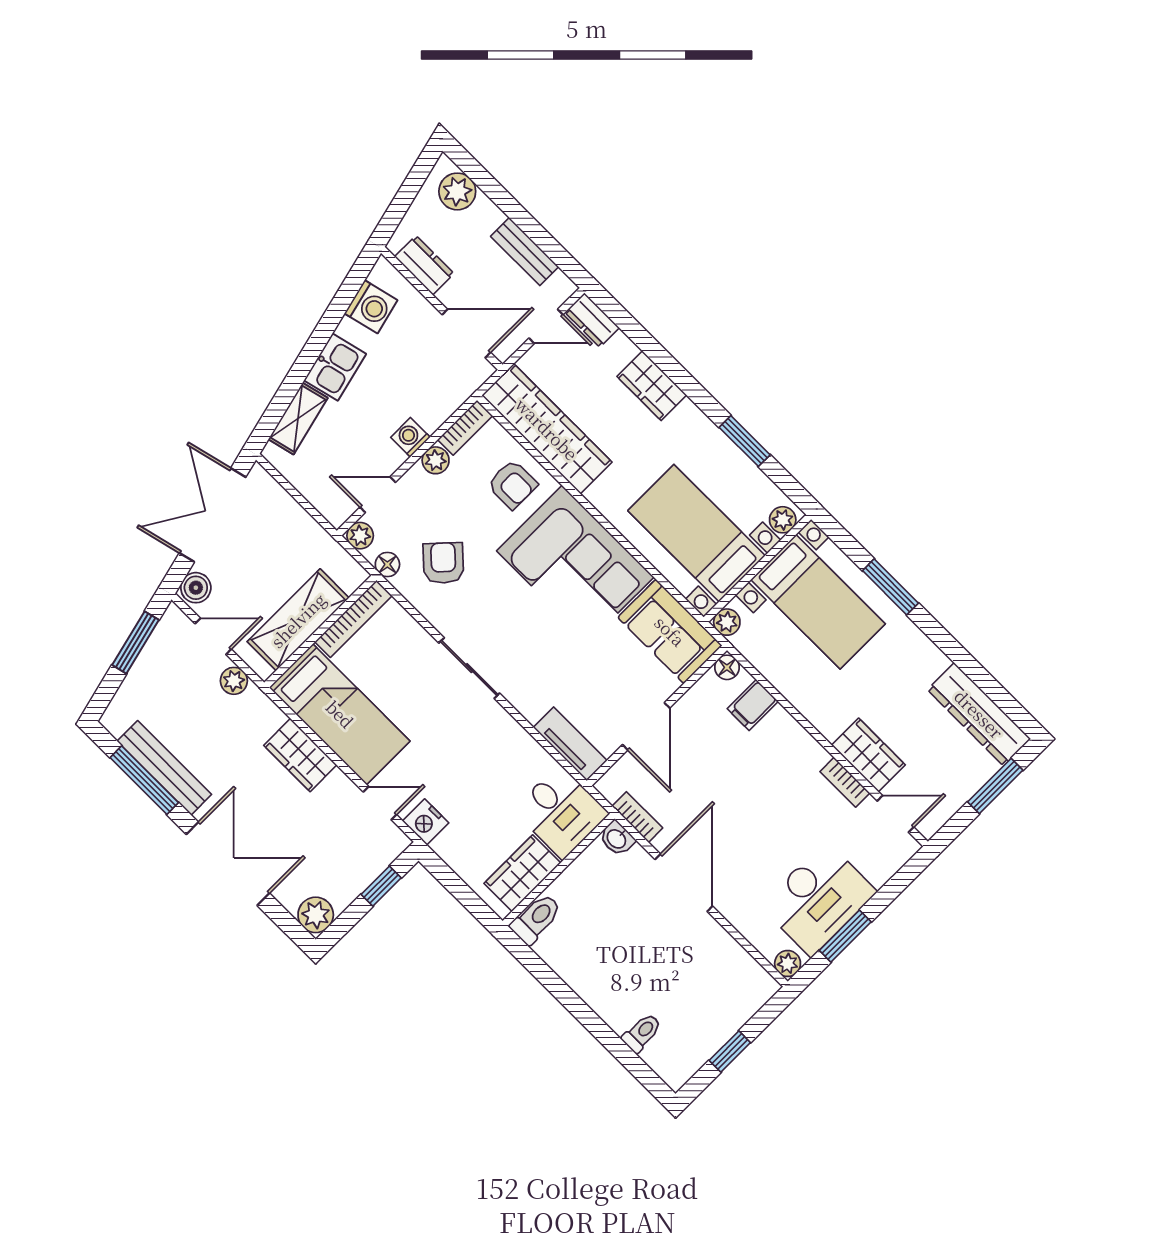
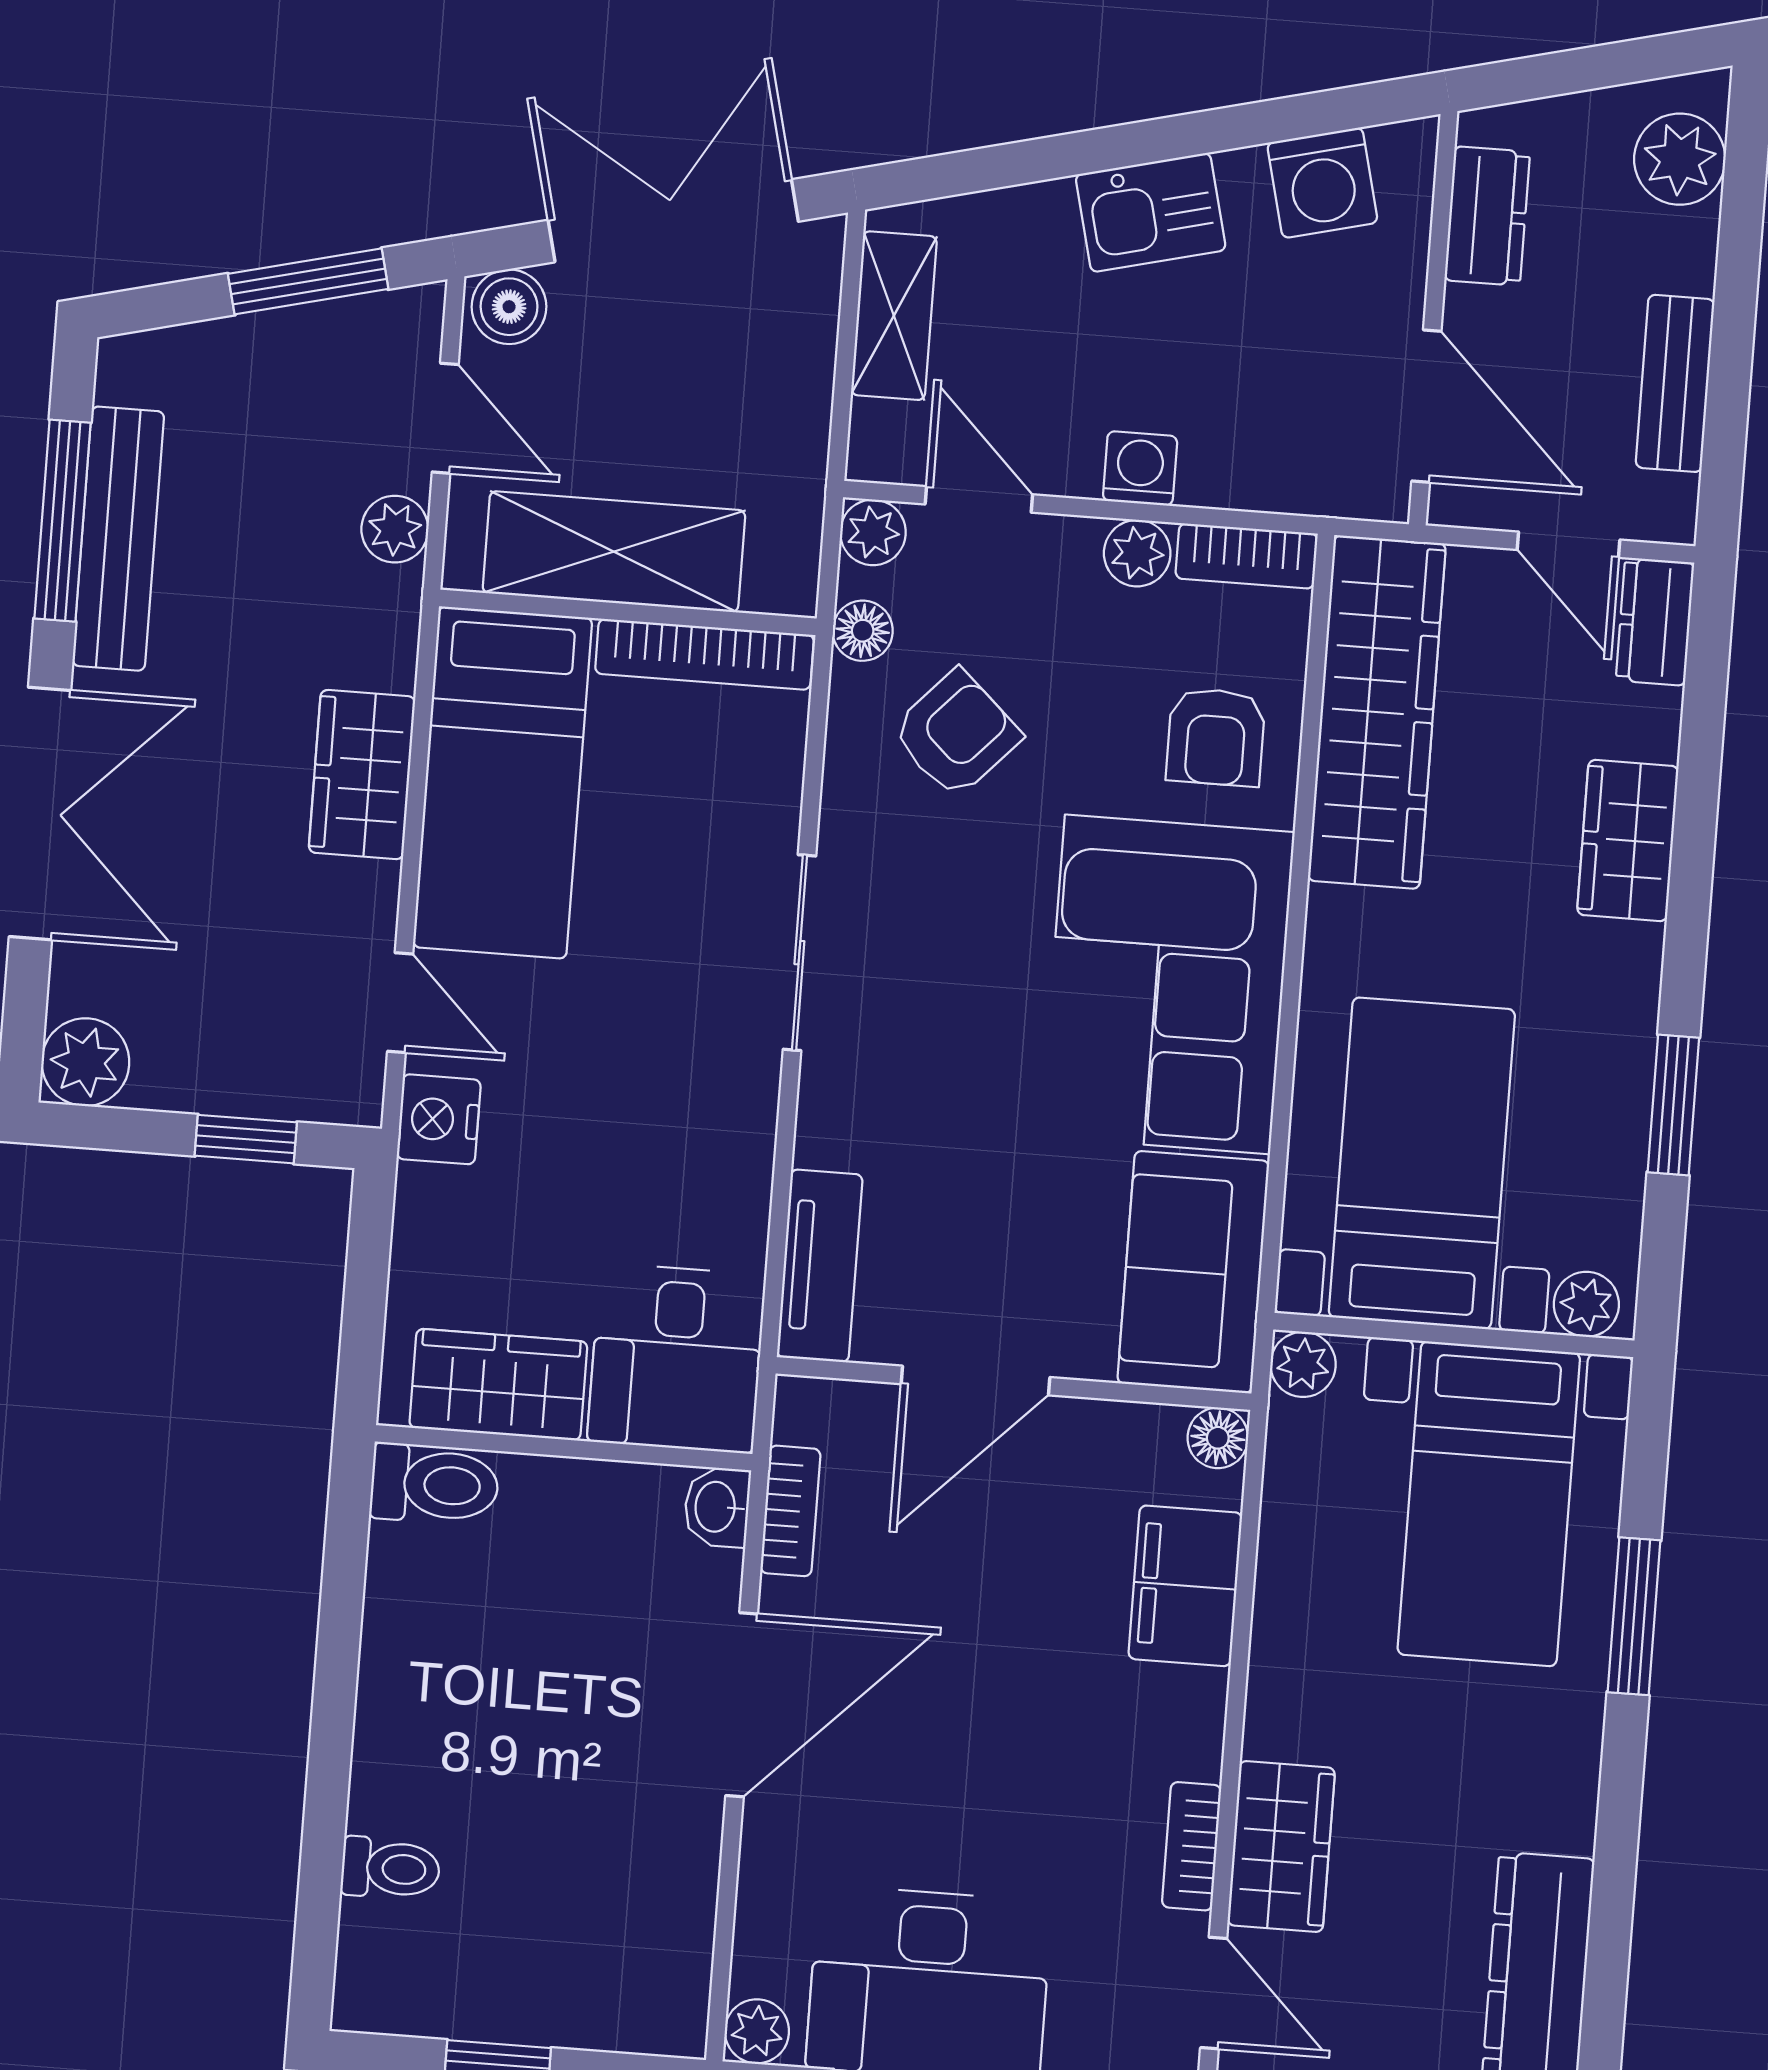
shelving: (298, 419) -> (894, 316), moved, turned -76
filing cabinet: (753, 705) -> (1185, 1586), width x2.00

